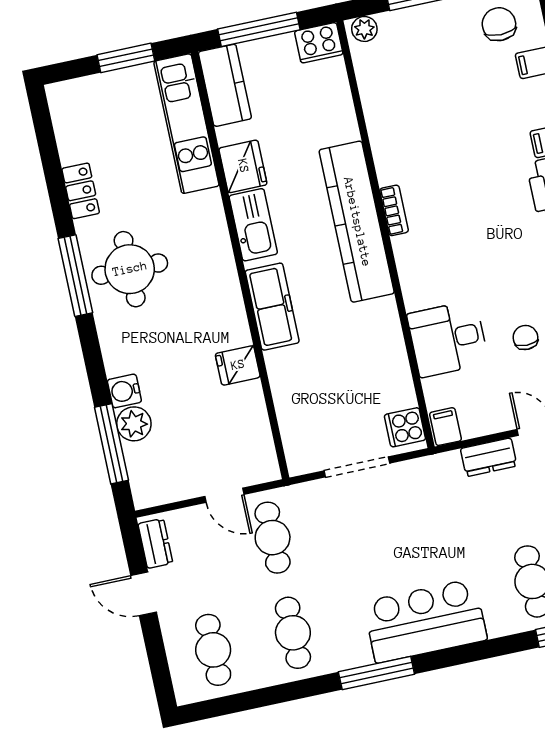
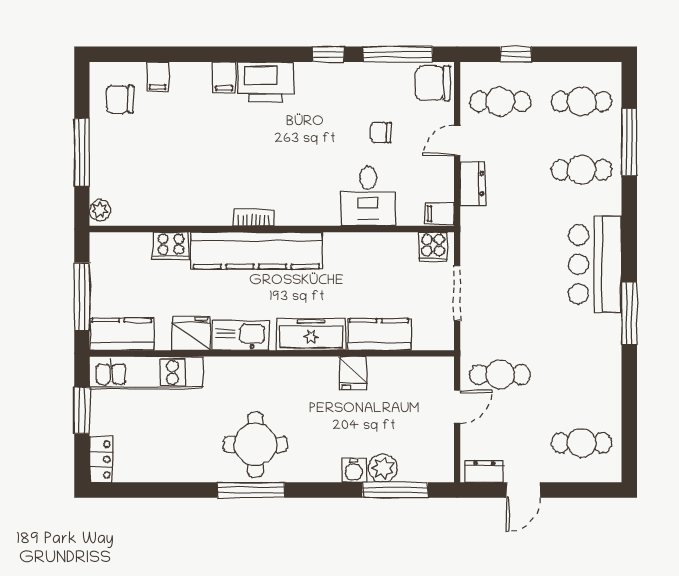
cooker: (319, 43) -> (171, 246), moved, turned 90
locker: (81, 191) -> (101, 459), moved, turned 90
kitchen counter: (289, 386) -> (379, 334), added
cafe table: (293, 633) -> (582, 375), removed

